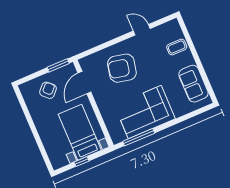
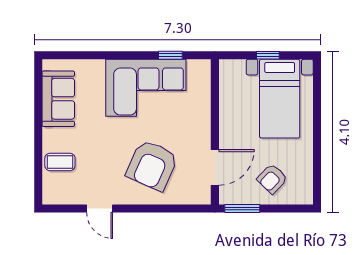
armchair: (122, 68) -> (152, 165), turned 102
bed with nightstands: (80, 132) -> (280, 99), moved
window: (139, 137) -> (170, 55), width x0.46

